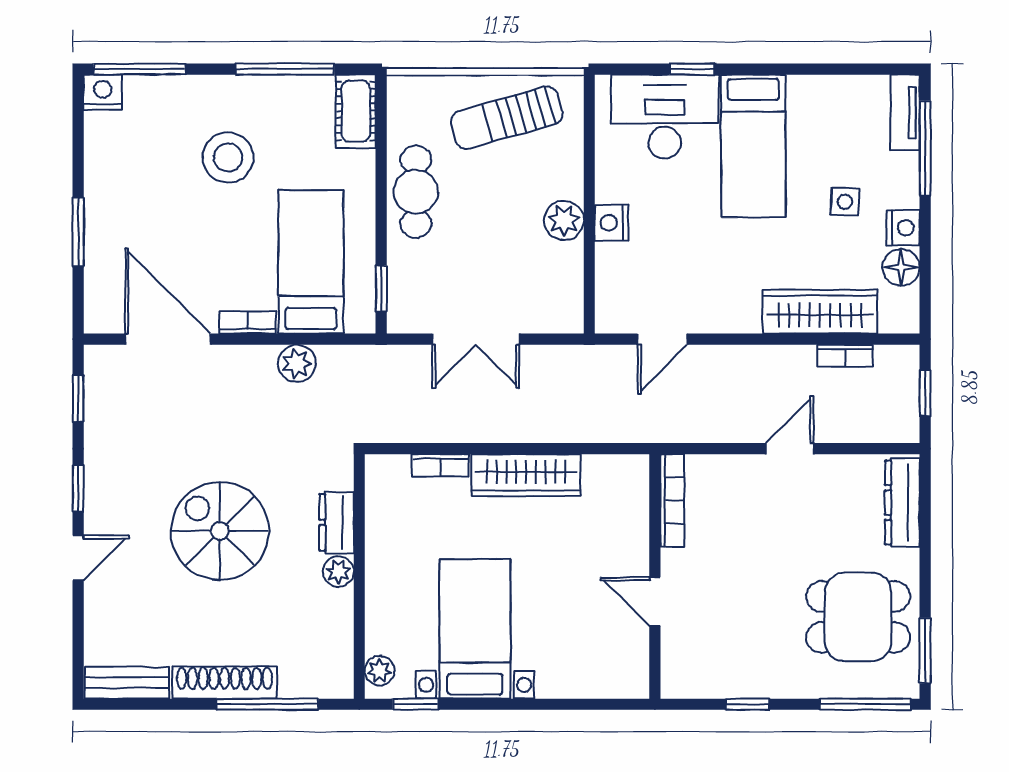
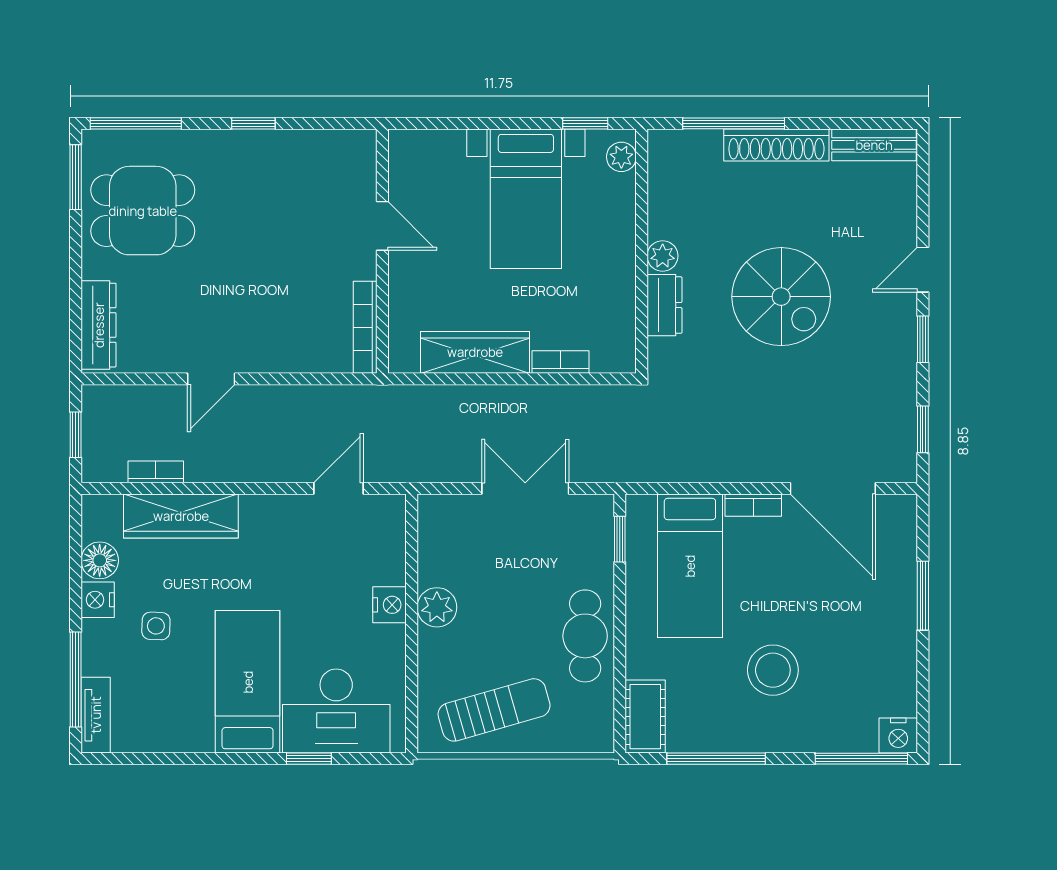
plant: (297, 363) -> (704, 464), removed
bookcase: (672, 500) -> (365, 327), moved
wall: (655, 576) -> (382, 251), moved
door: (655, 602) -> (382, 226), moved

